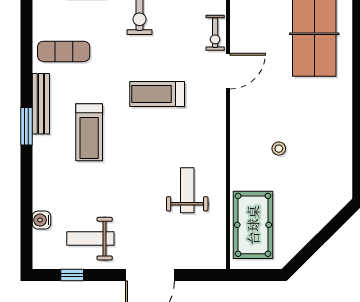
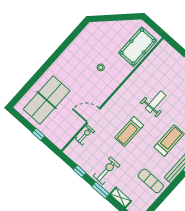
treadmill: (157, 94) -> (129, 132), turned 90
weight bench: (187, 190) -> (156, 102), moved, turned 180

